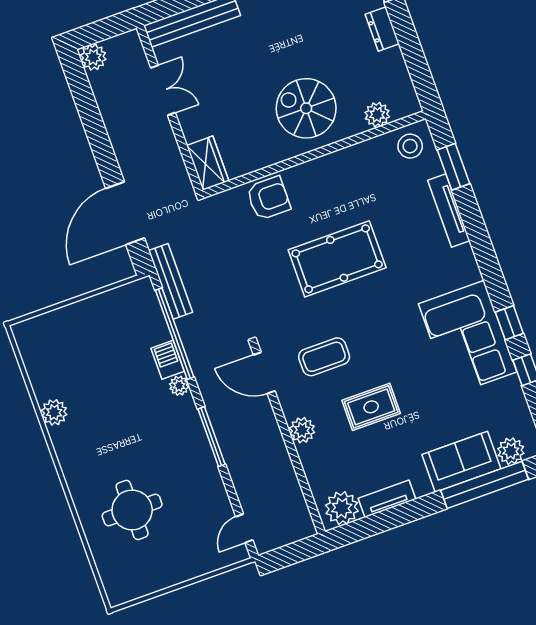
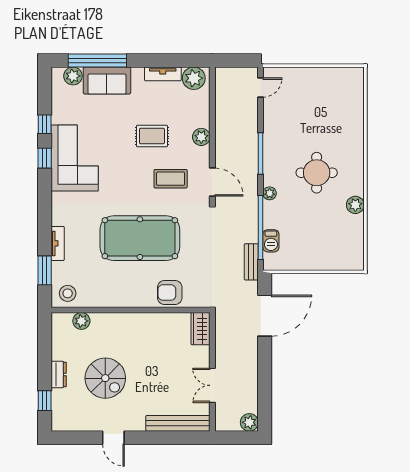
spiral stairs: (306, 108) -> (105, 378), moved
tv unit: (449, 211) -> (58, 243), width x0.71
pool table: (337, 259) -> (140, 238), width x1.36, depth x1.32
bench: (171, 281) -> (251, 262), width x0.73
barbecue: (168, 360) -> (271, 241), moved
round table: (132, 510) -> (317, 173), moved

